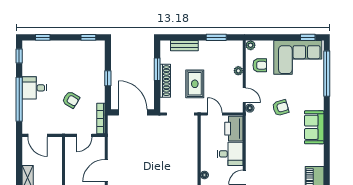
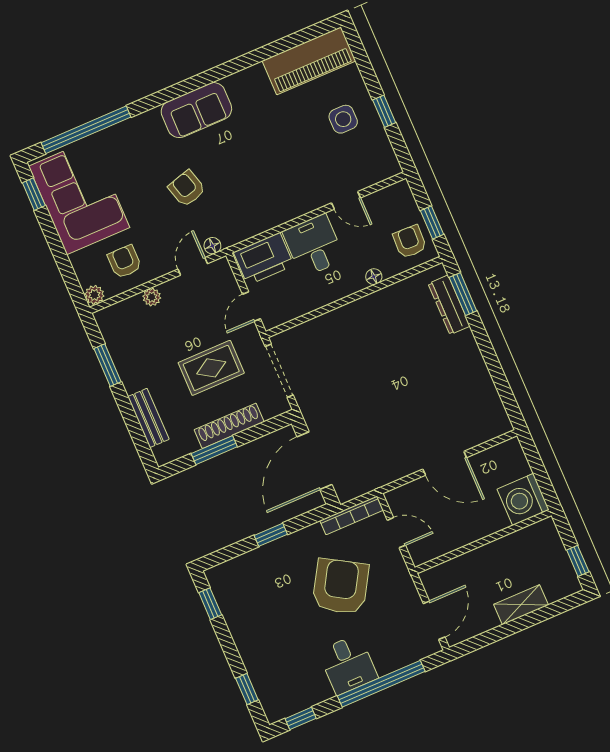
armchair: (71, 100) -> (341, 586), width x1.88, depth x1.88

